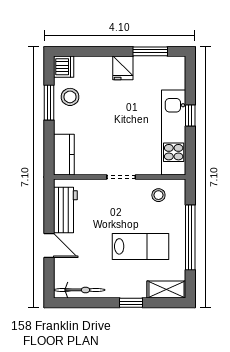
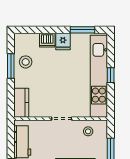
dishwasher: (64, 67) -> (47, 40), moved, turned 90
kitchen unit: (174, 133) -> (99, 76), width x1.36

